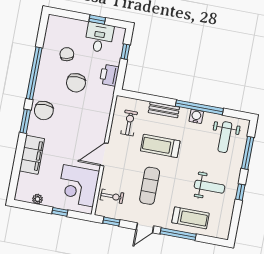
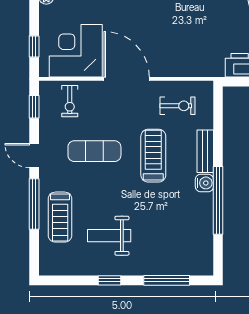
chair: (76, 83) -> (220, 20), removed
water cooler: (196, 116) -> (204, 183), moved
weight bench: (225, 137) -> (183, 244), removed
door: (104, 154) -> (127, 79), width x1.36
weight bench: (210, 187) -> (109, 236), turned 90
window: (60, 212) -> (34, 47), moved

